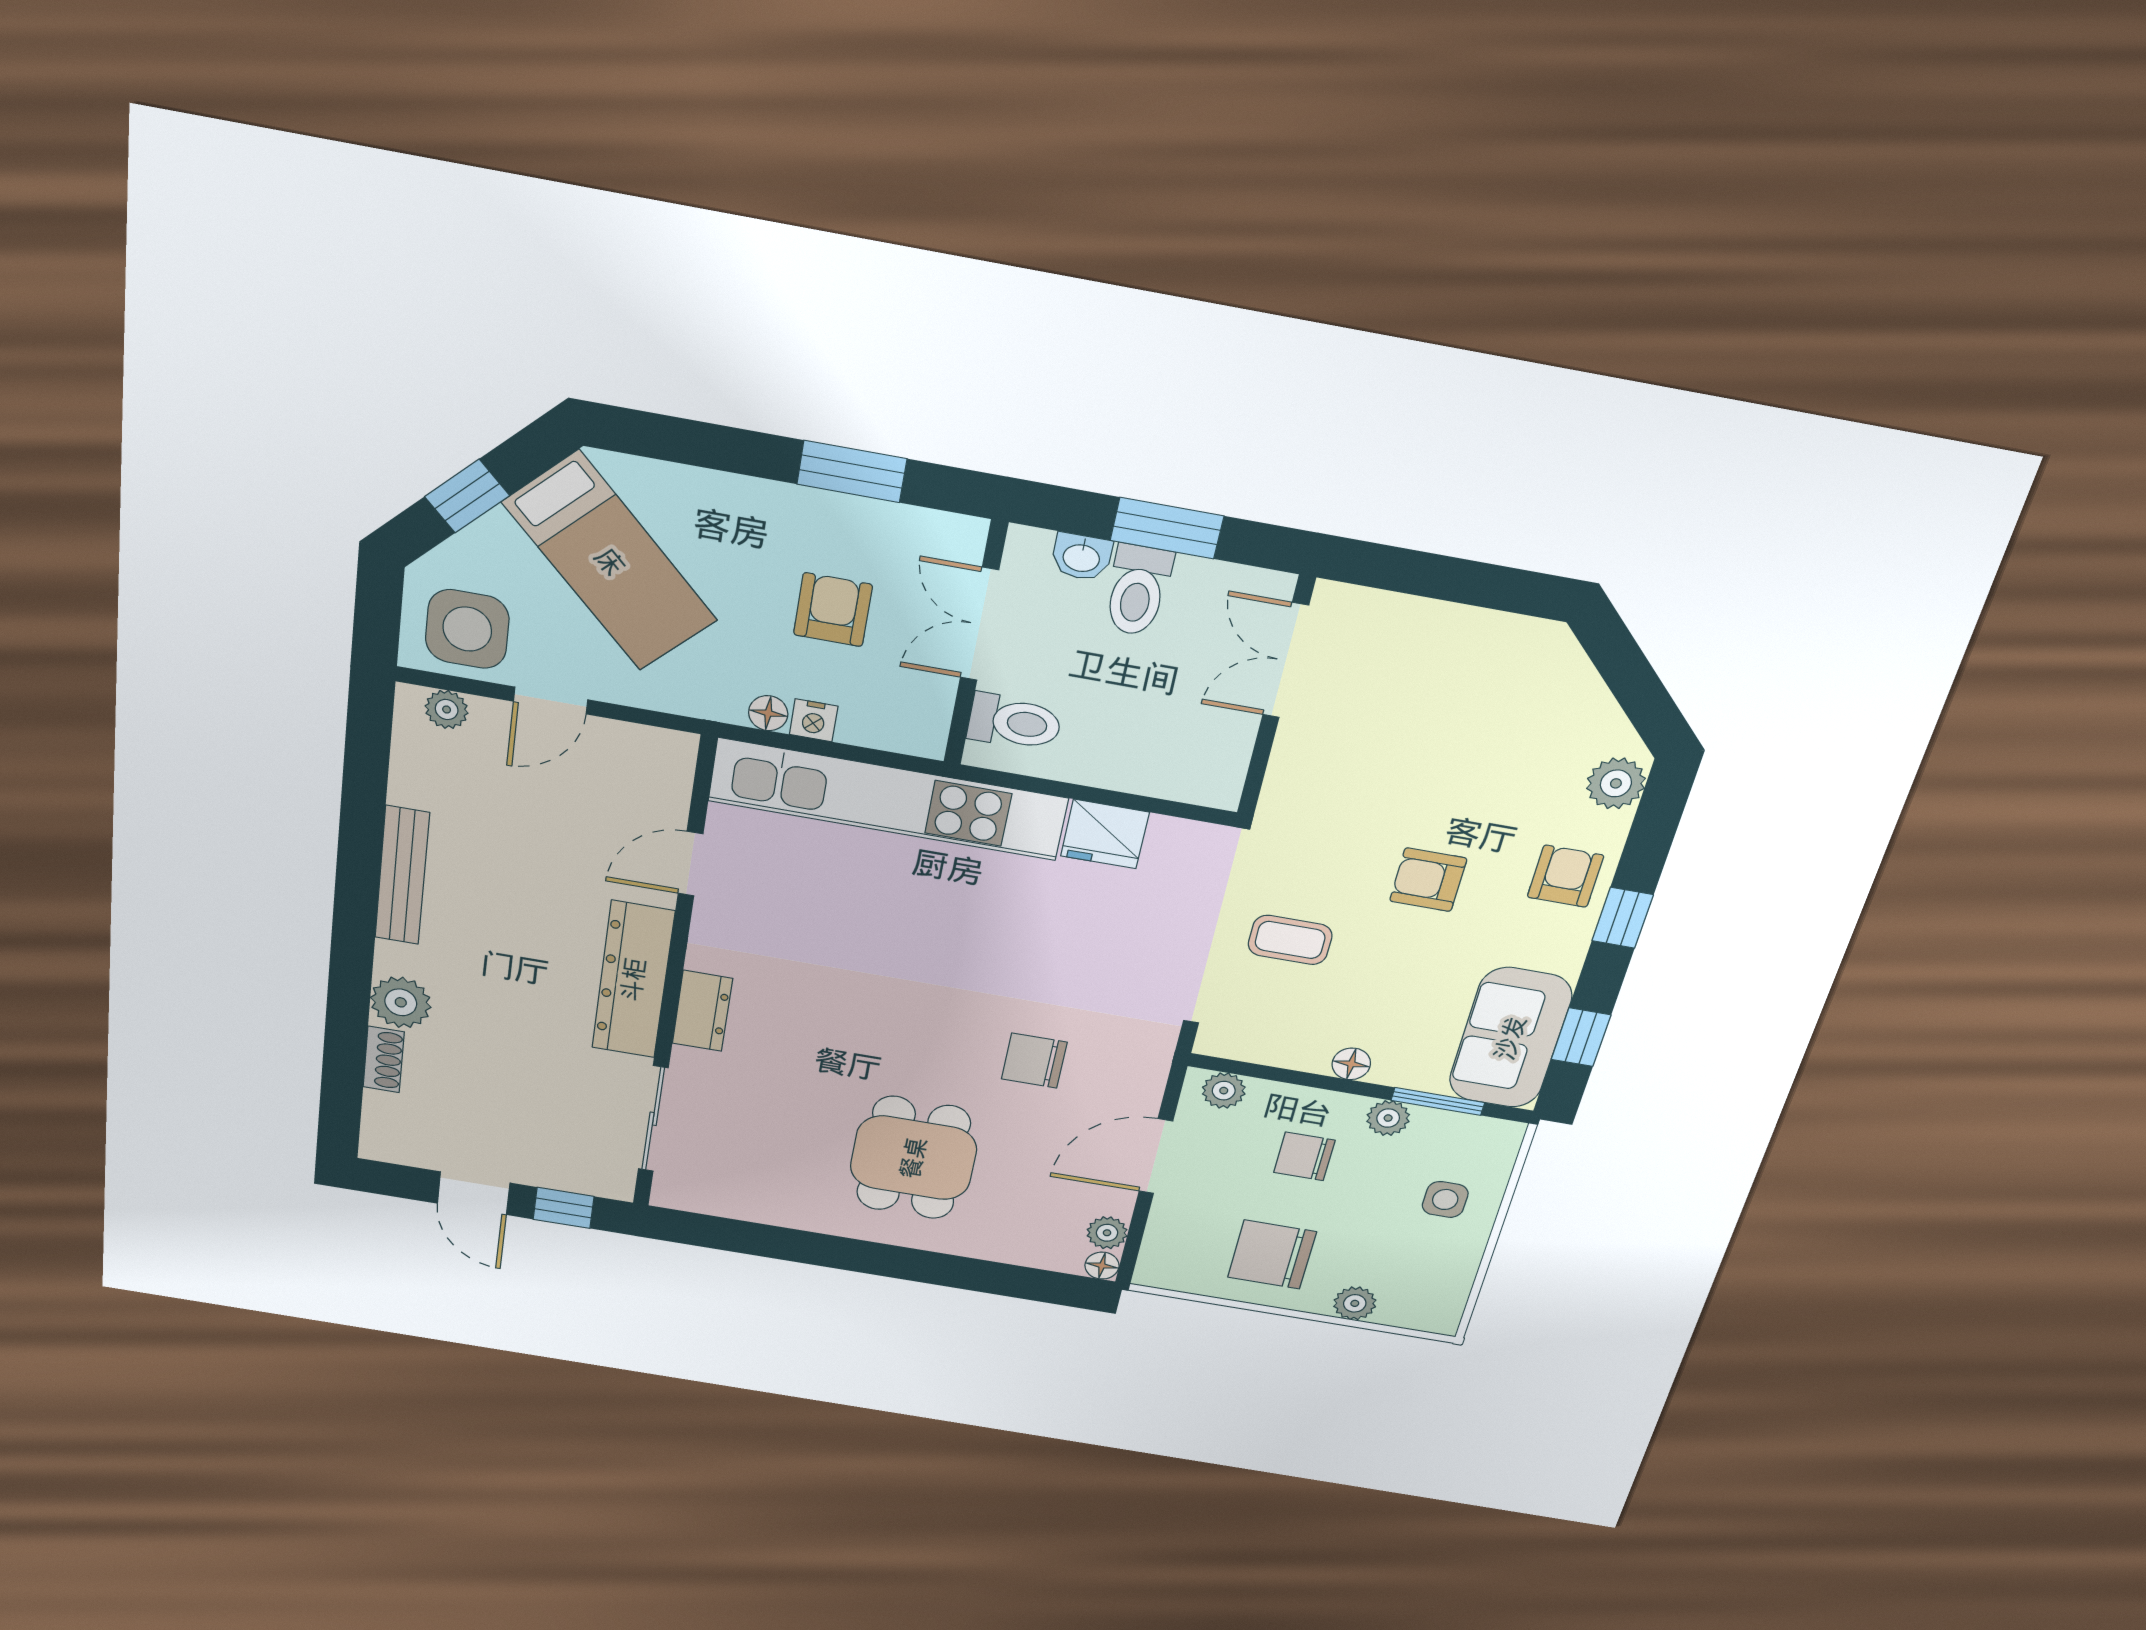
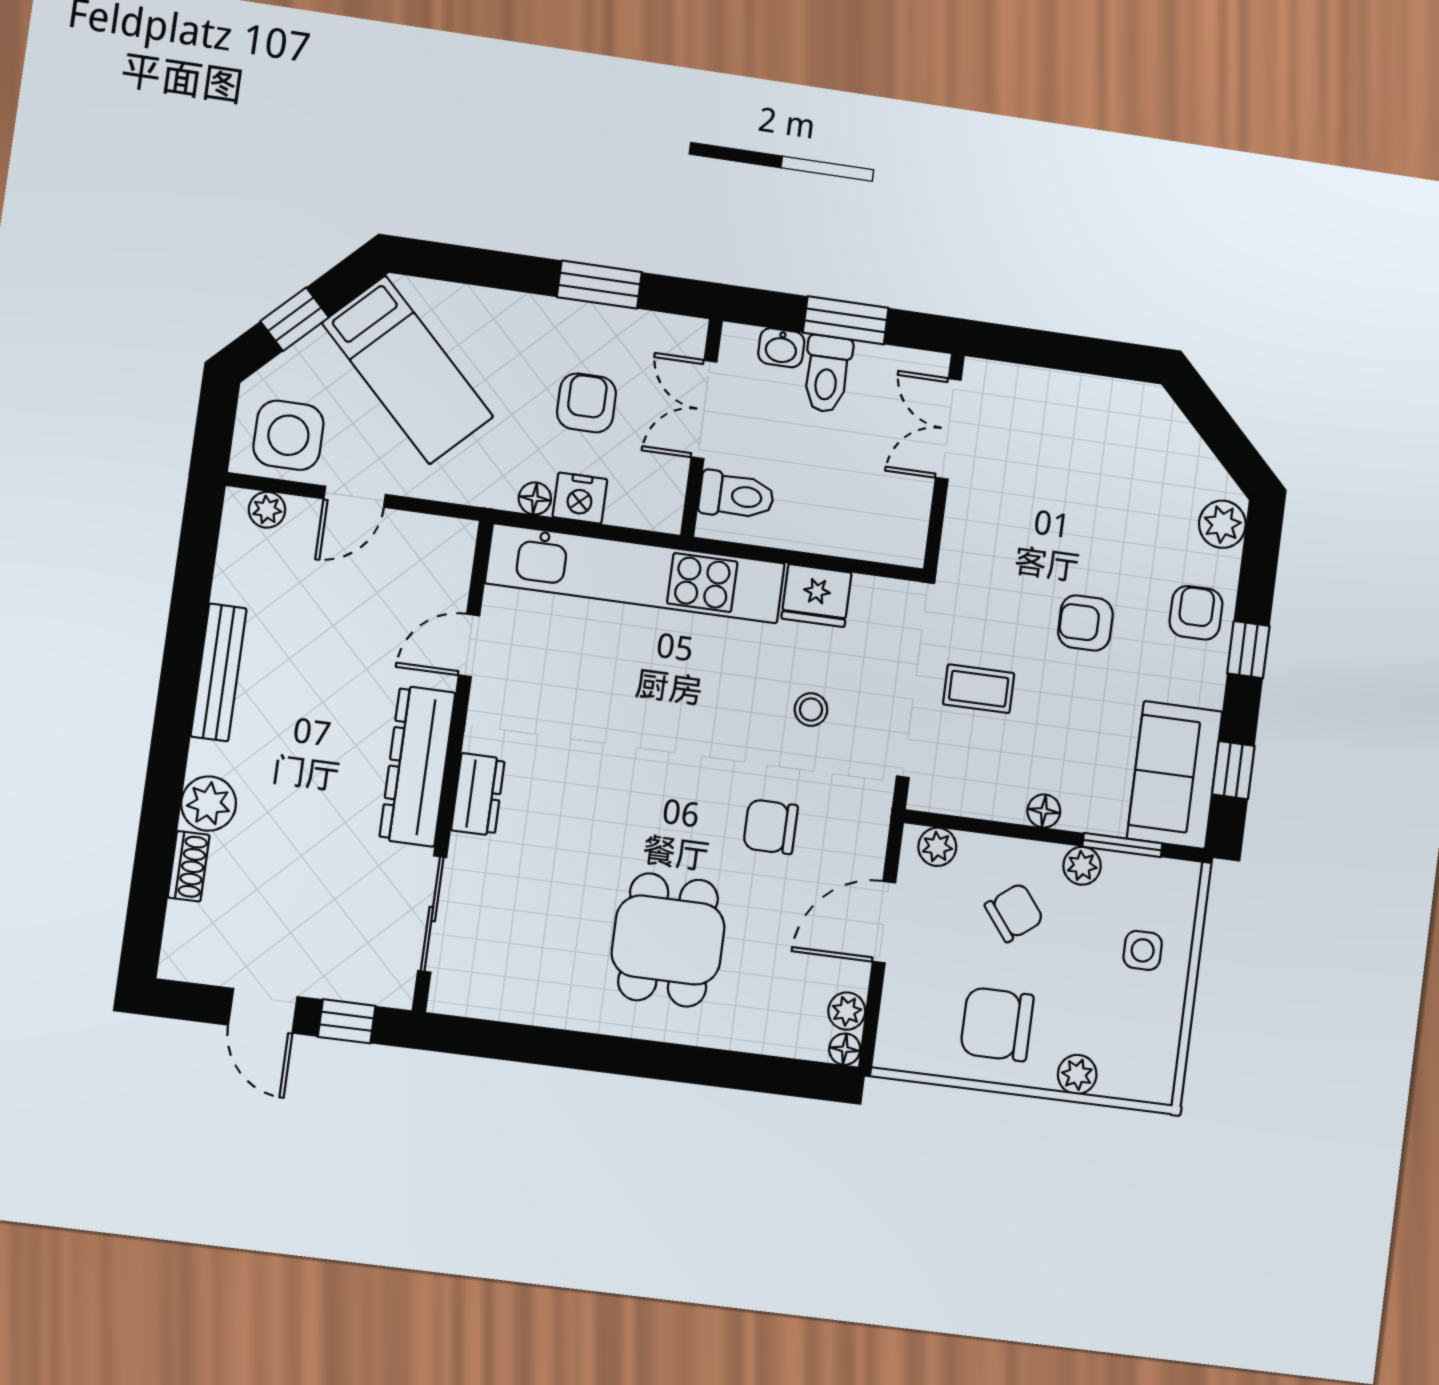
nightstand: (814, 720) -> (580, 498), width x1.39, depth x1.35
stool: (1089, 950) -> (811, 709), added
chair: (1304, 1156) -> (1014, 912), turned 142

